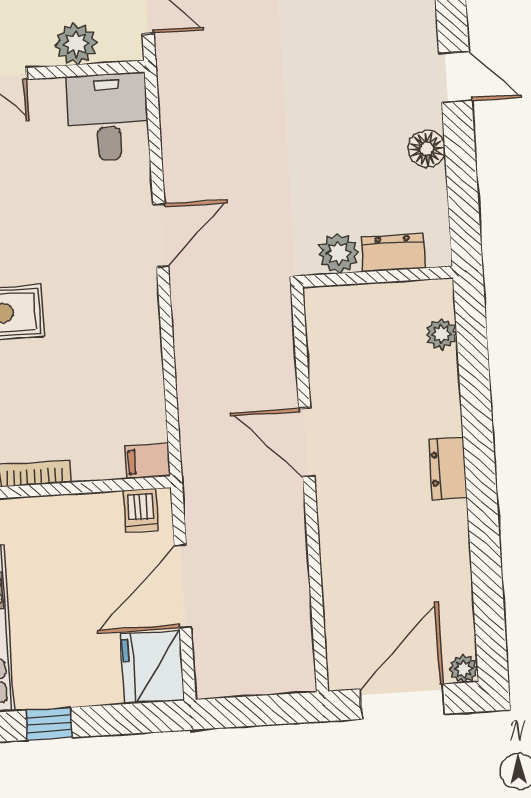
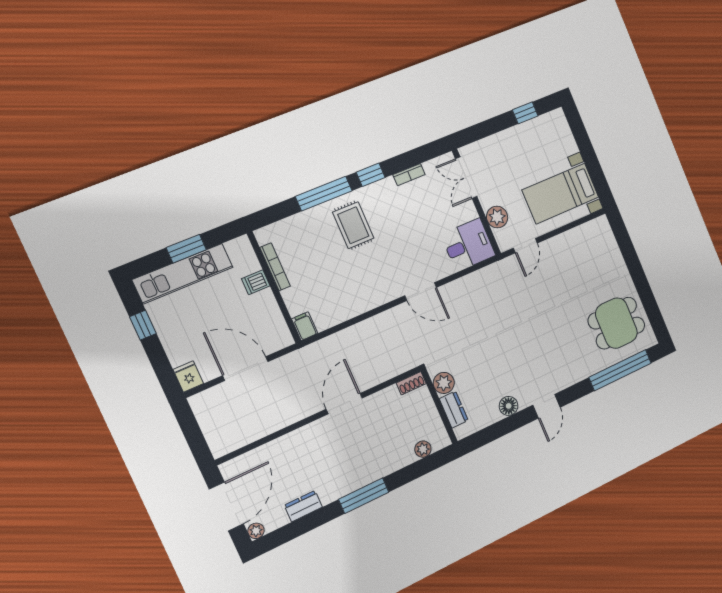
shoe rack: (317, 312) -> (411, 383), added
dresser: (448, 468) -> (303, 506), moved
window: (480, 468) -> (364, 496), added
dishwasher: (141, 510) -> (256, 282), moved
fridge: (152, 667) -> (188, 377), width x0.53, depth x0.75
door: (403, 702) -> (226, 506), hinge flipped

